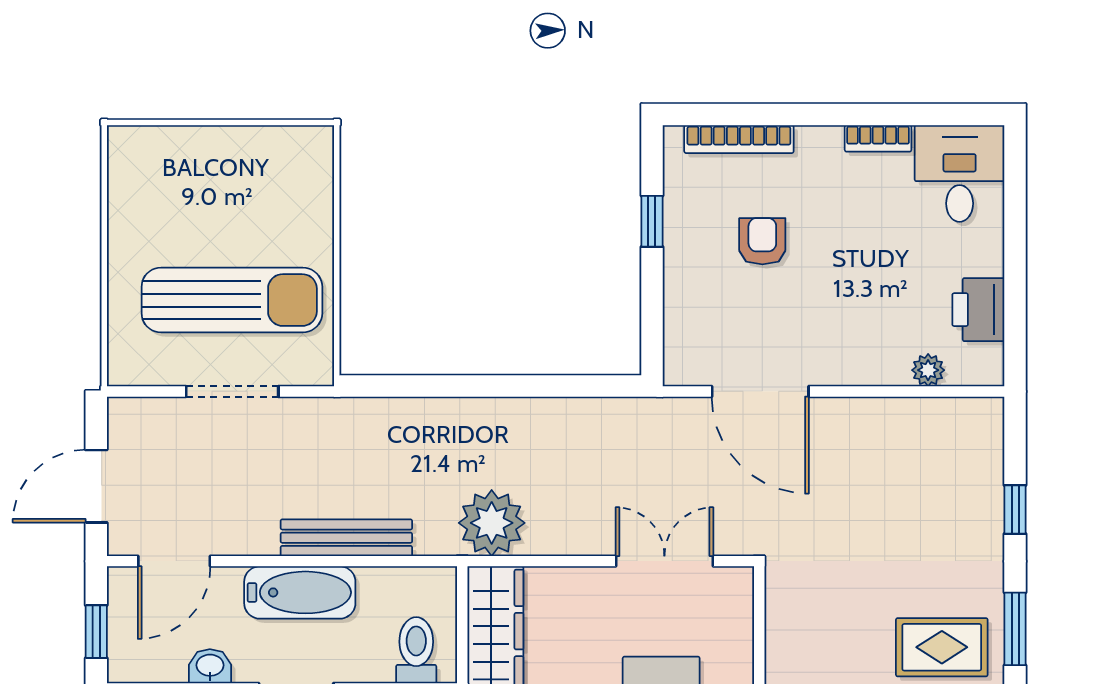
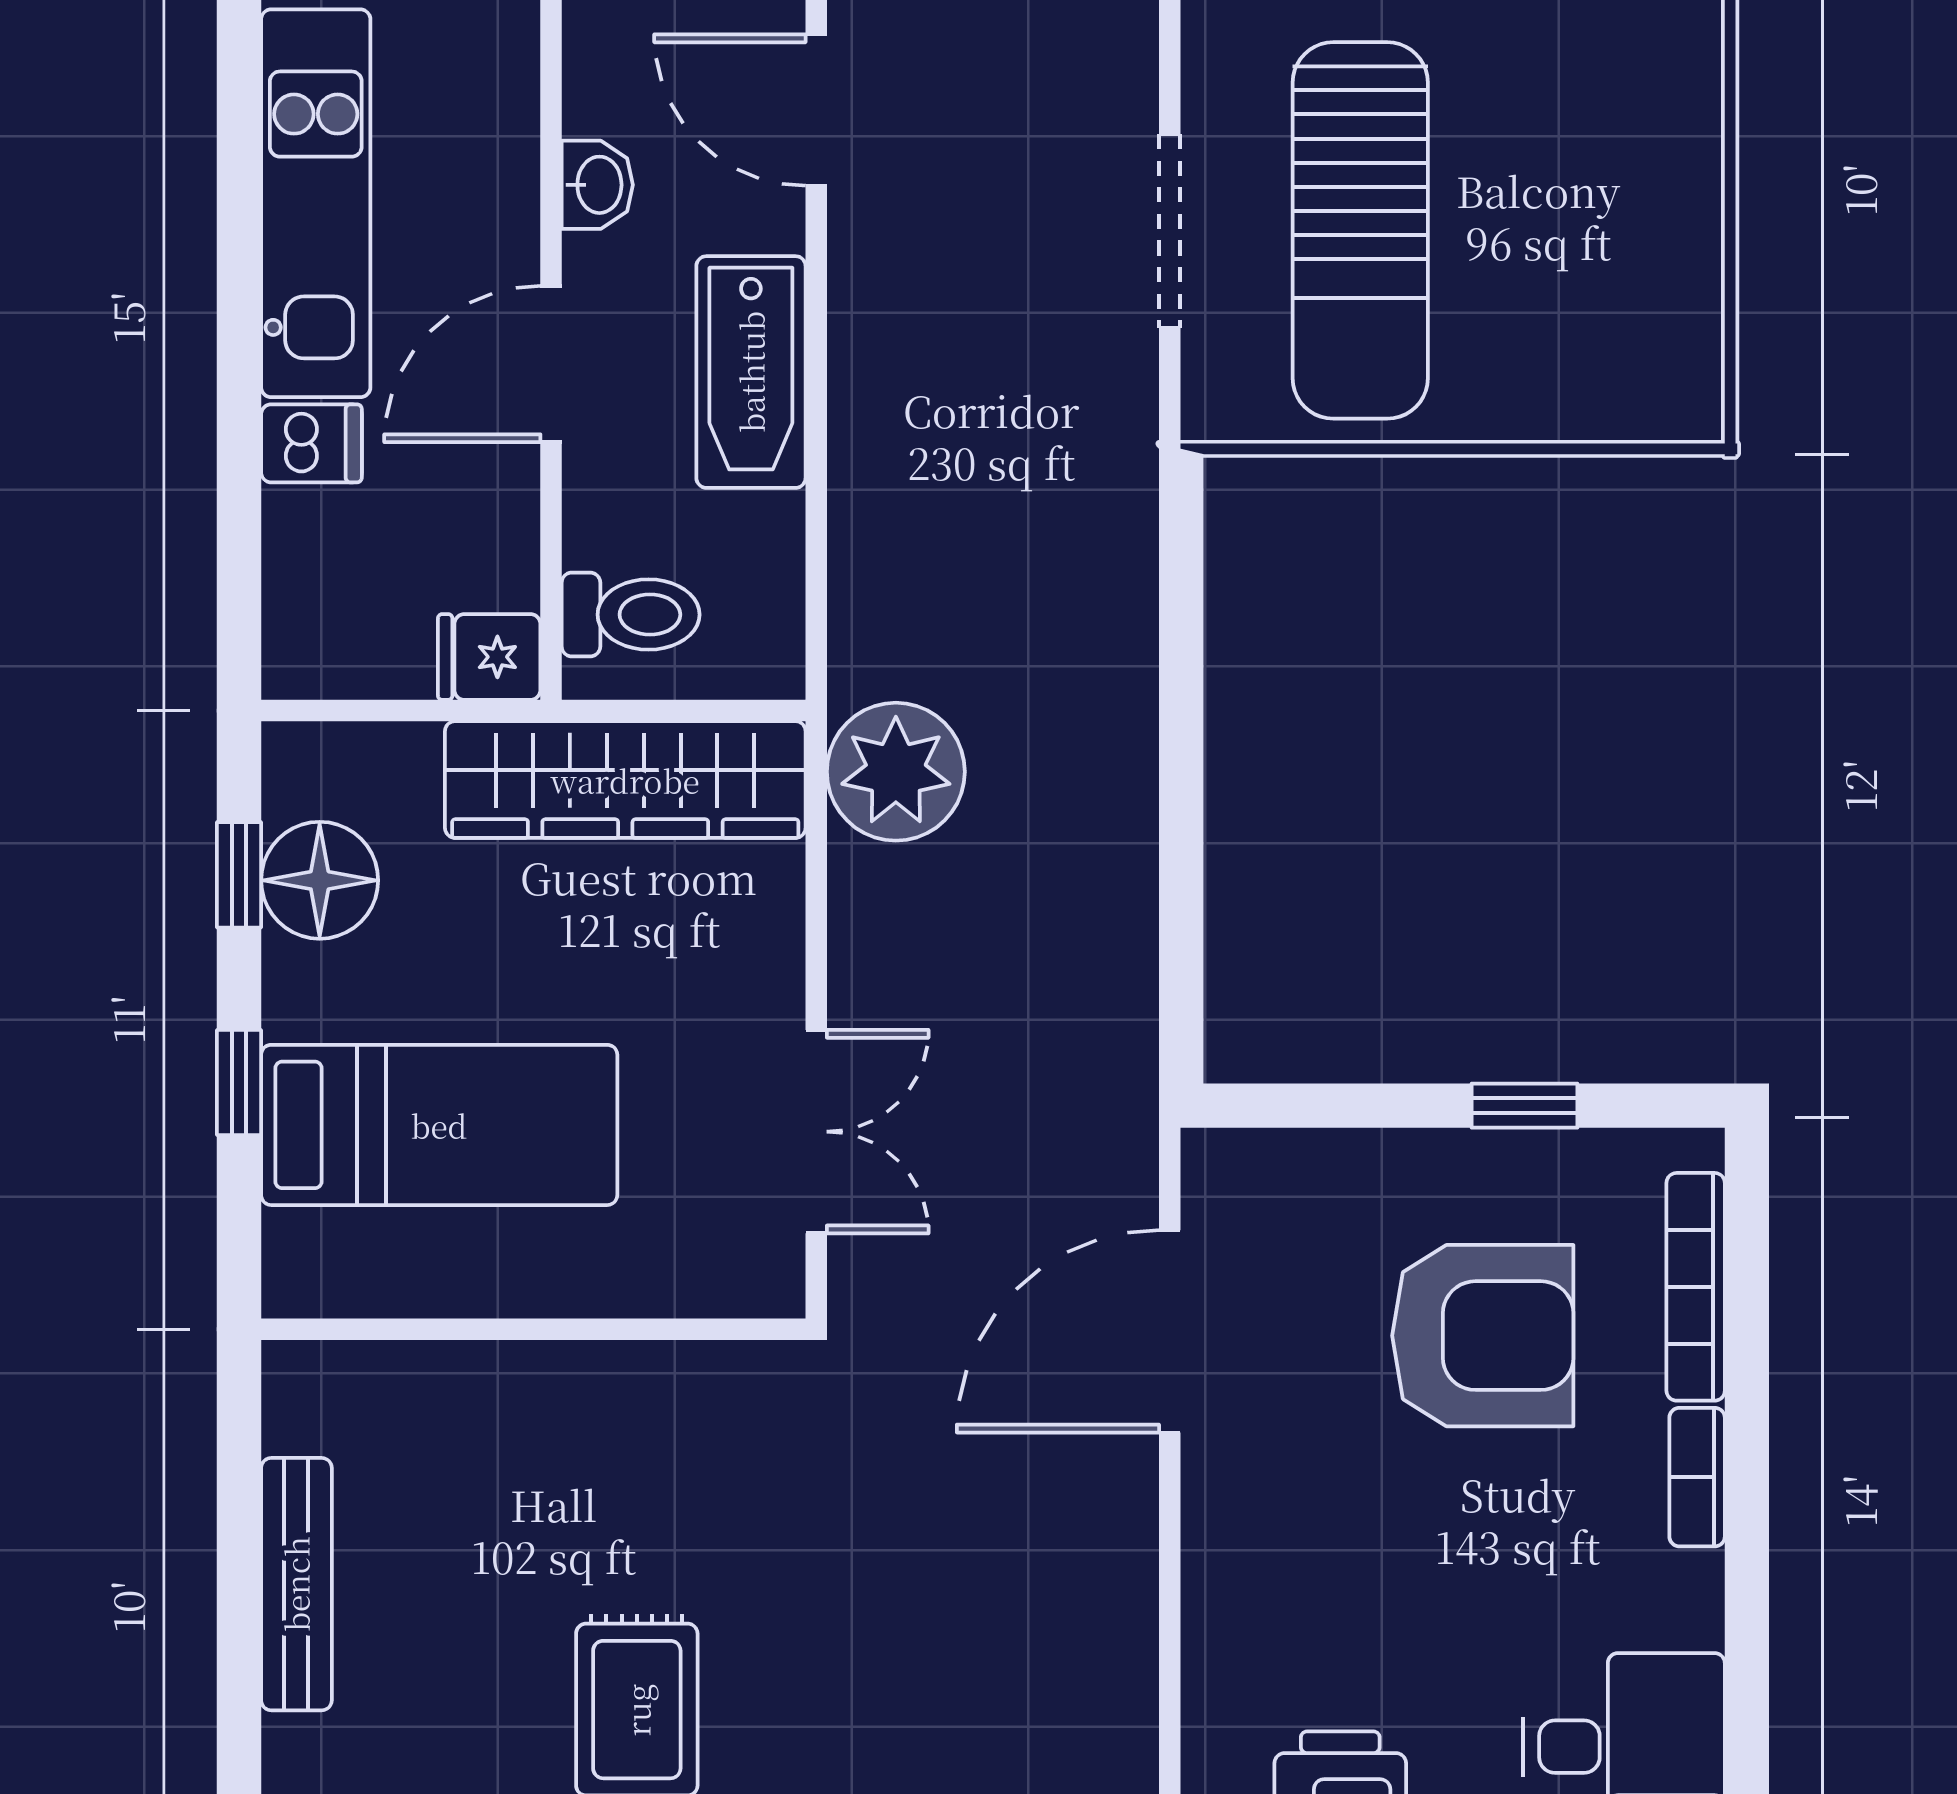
bookcase: (878, 138) -> (1697, 1477), moved
armchair: (762, 241) -> (1483, 1336), width x1.88, depth x1.88
plant: (928, 370) -> (1214, 1681), removed
bench: (346, 538) -> (865, 469), removed

